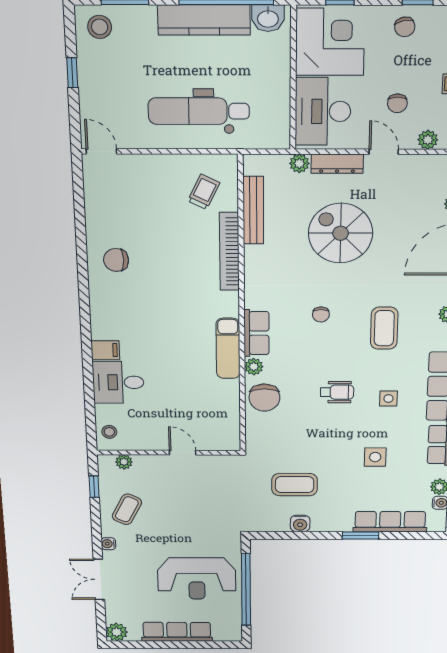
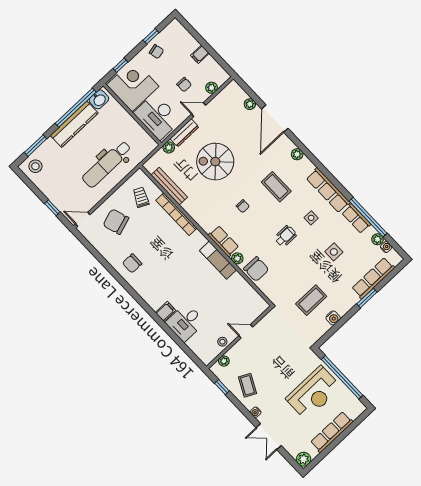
window: (72, 73) -> (52, 208), moved
chair: (143, 192) -> (116, 222), added
stool: (109, 432) -> (222, 342), moved

